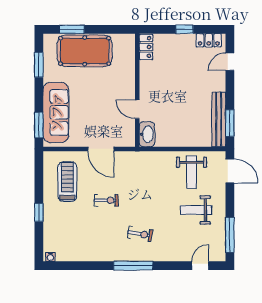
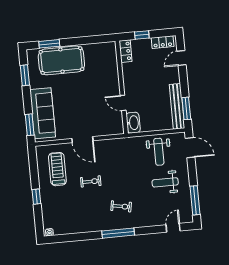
locker: (146, 47) -> (125, 51), moved
wall: (137, 90) -> (122, 87), moved
door: (137, 109) -> (123, 103), moved
washbasin: (147, 134) -> (133, 123), moved

